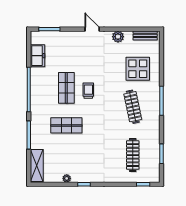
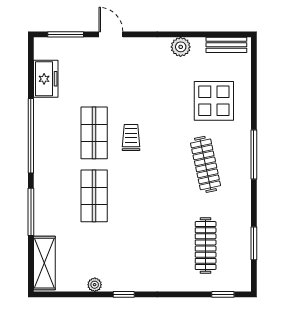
door: (92, 29) -> (111, 34), moved
shop shelf: (66, 125) -> (94, 196), turned 90

